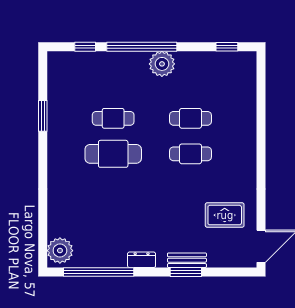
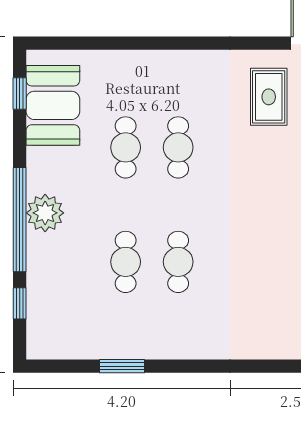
plant: (162, 64) -> (45, 213), moved
booth: (219, 69) -> (53, 105), added
cafe table: (113, 154) -> (178, 262), width x0.73, depth x0.74

